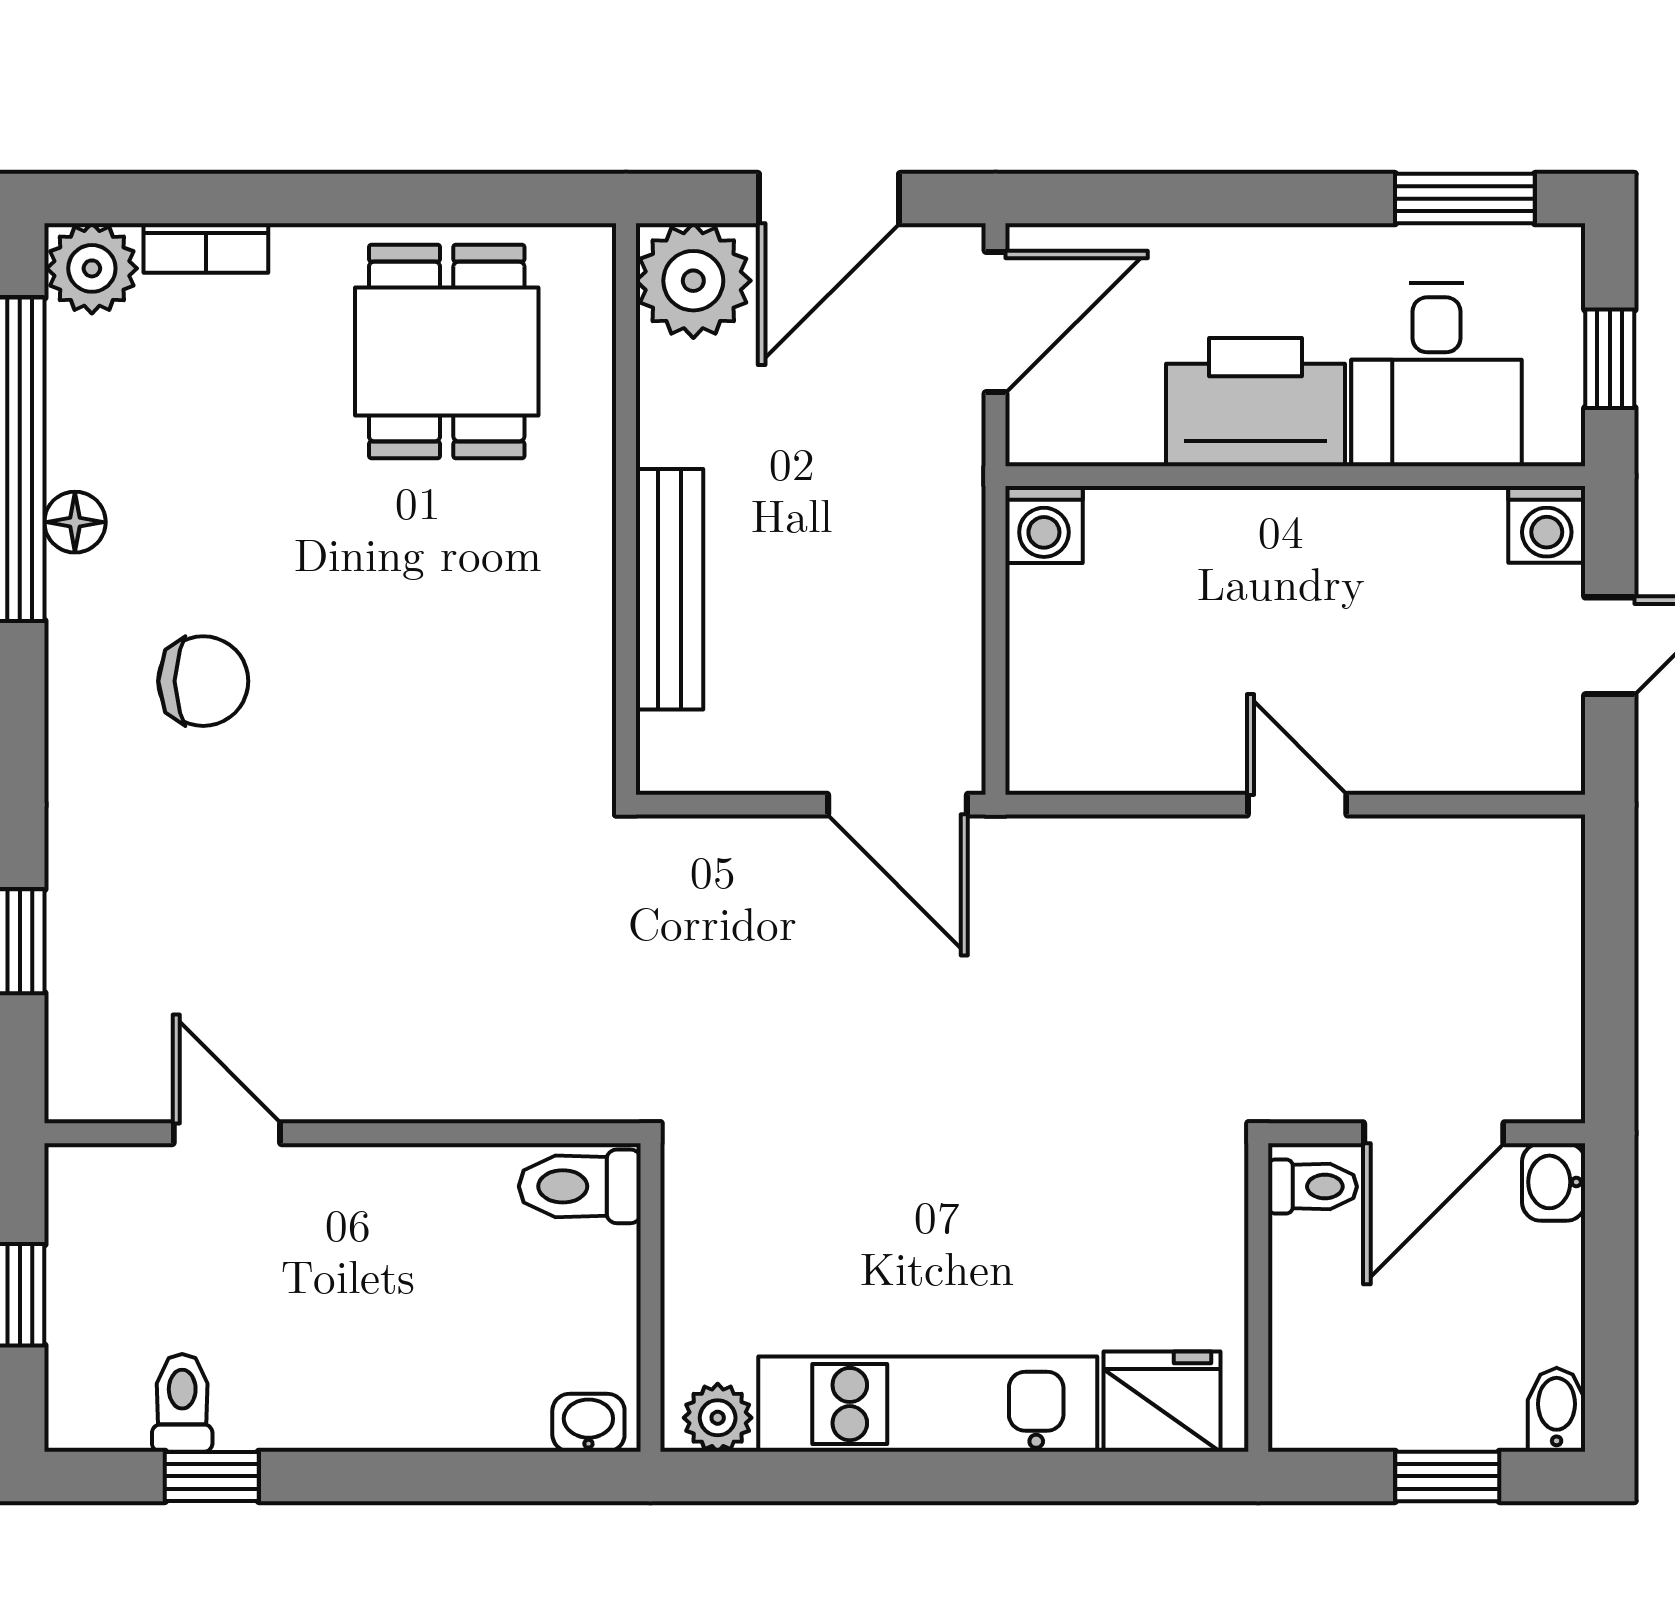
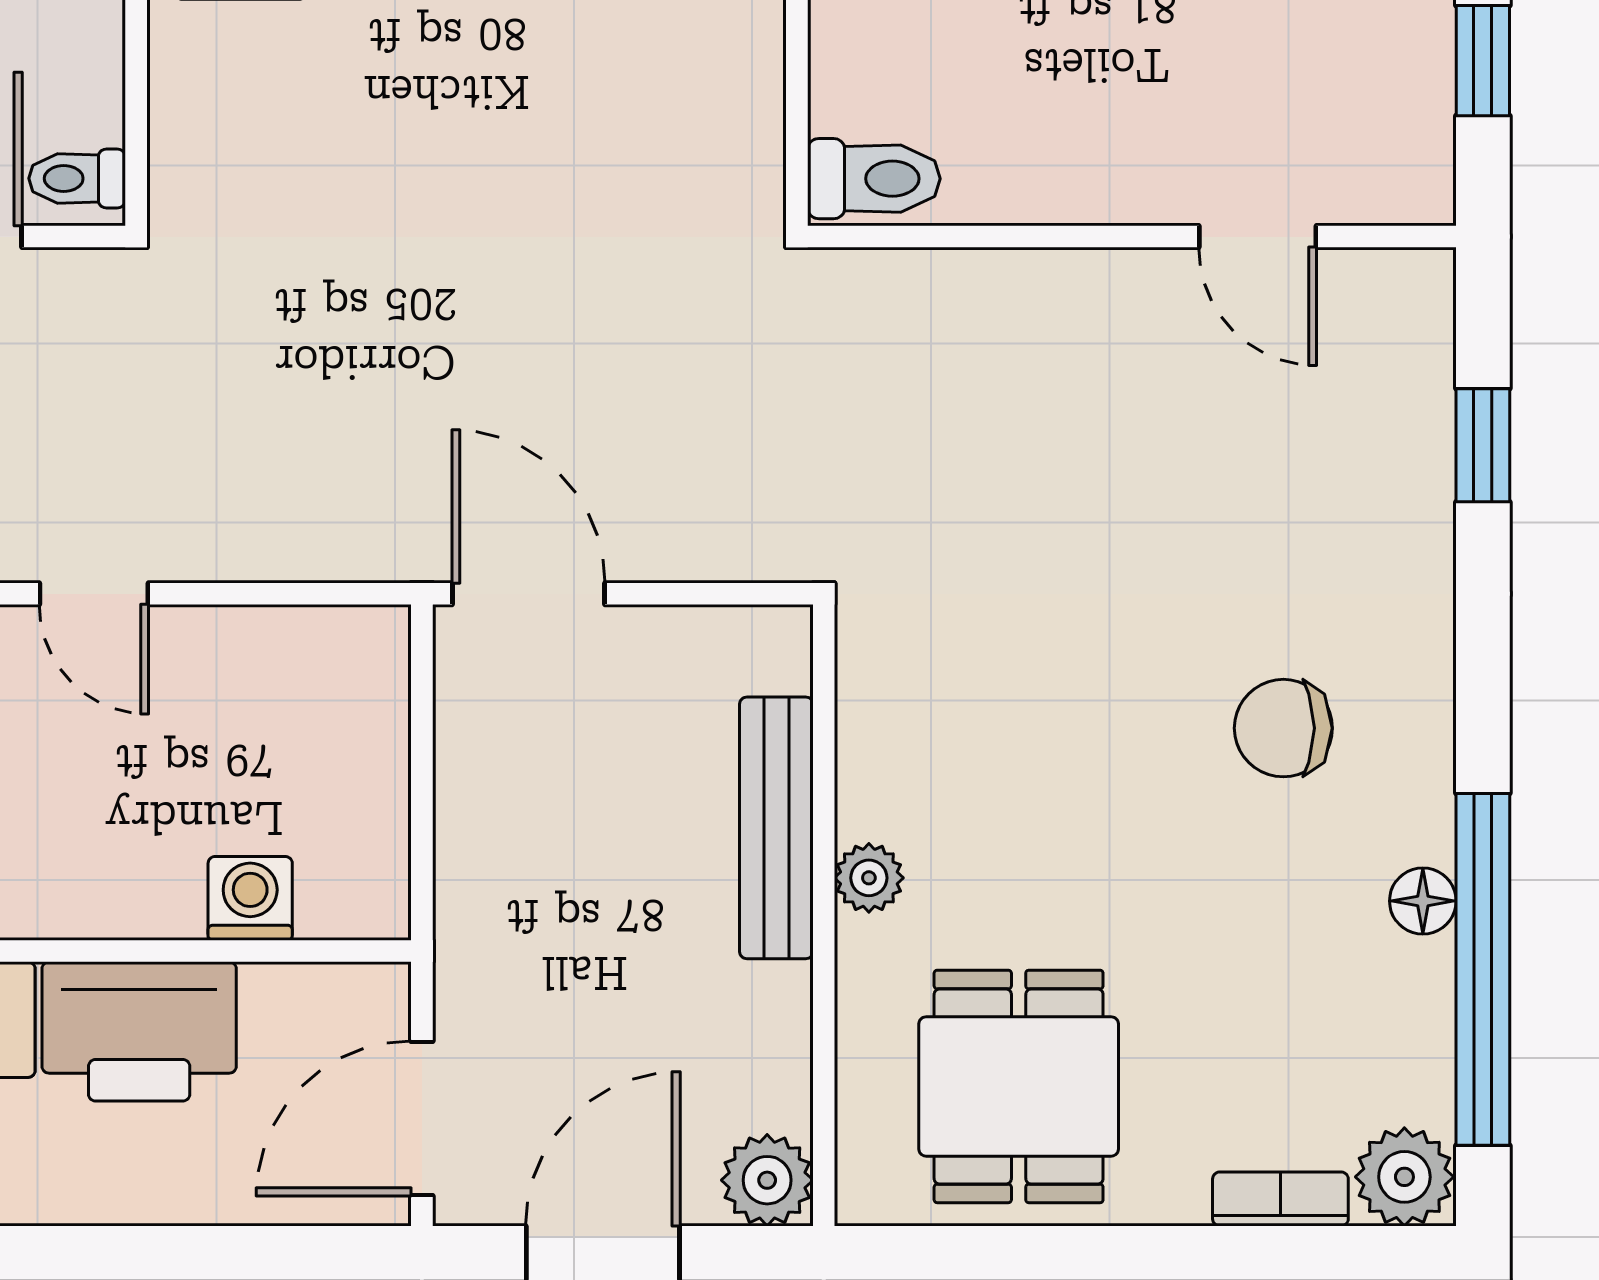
plant: (693, 281) -> (767, 1180), width x0.73, depth x0.73
washing machine: (1044, 525) -> (250, 898), moved
plant: (584, 543) -> (869, 878), added

